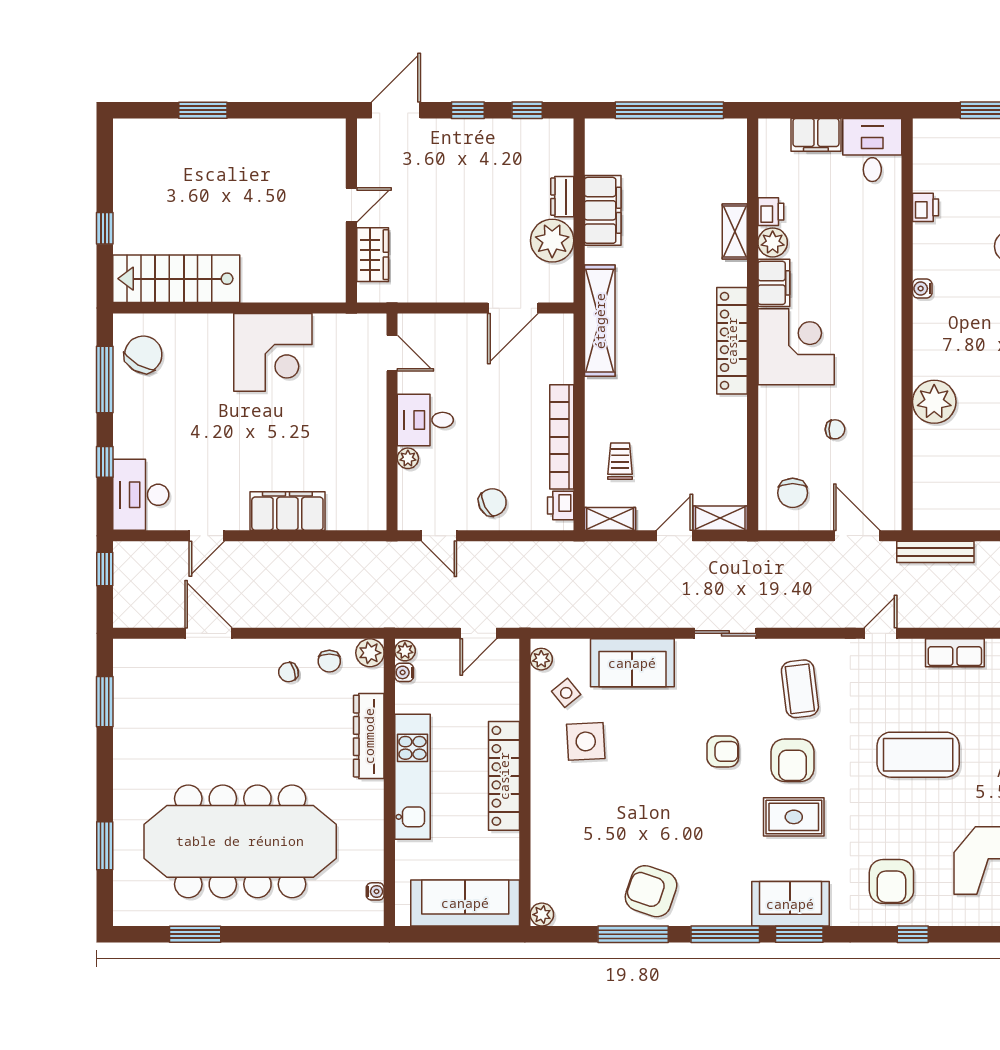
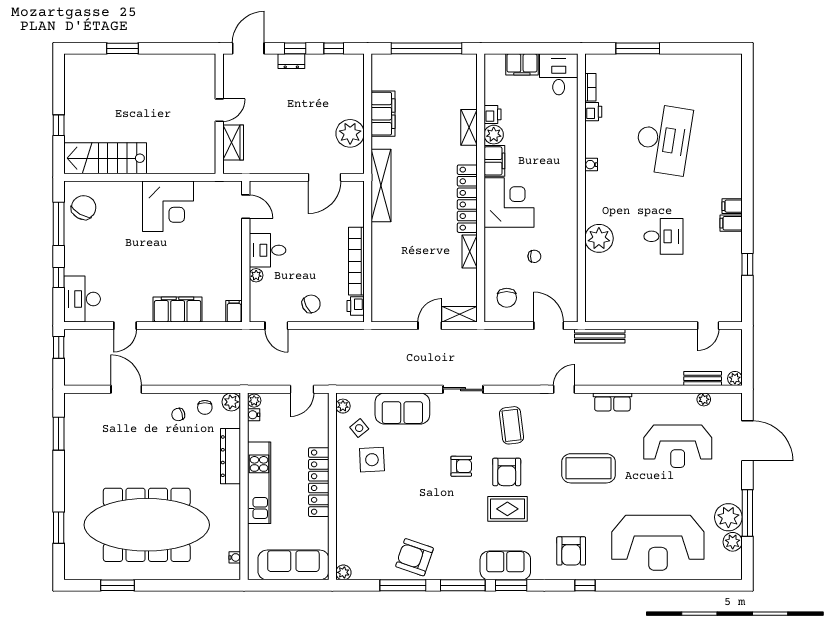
bookcase: (921, 170) -> (590, 87), added
dresser: (562, 197) -> (291, 61), moved, turned -90
trolley: (620, 461) -> (394, 277), removed
filing cabinet: (374, 514) -> (234, 311), added
shelving: (610, 519) -> (470, 251), moved, turned 90

